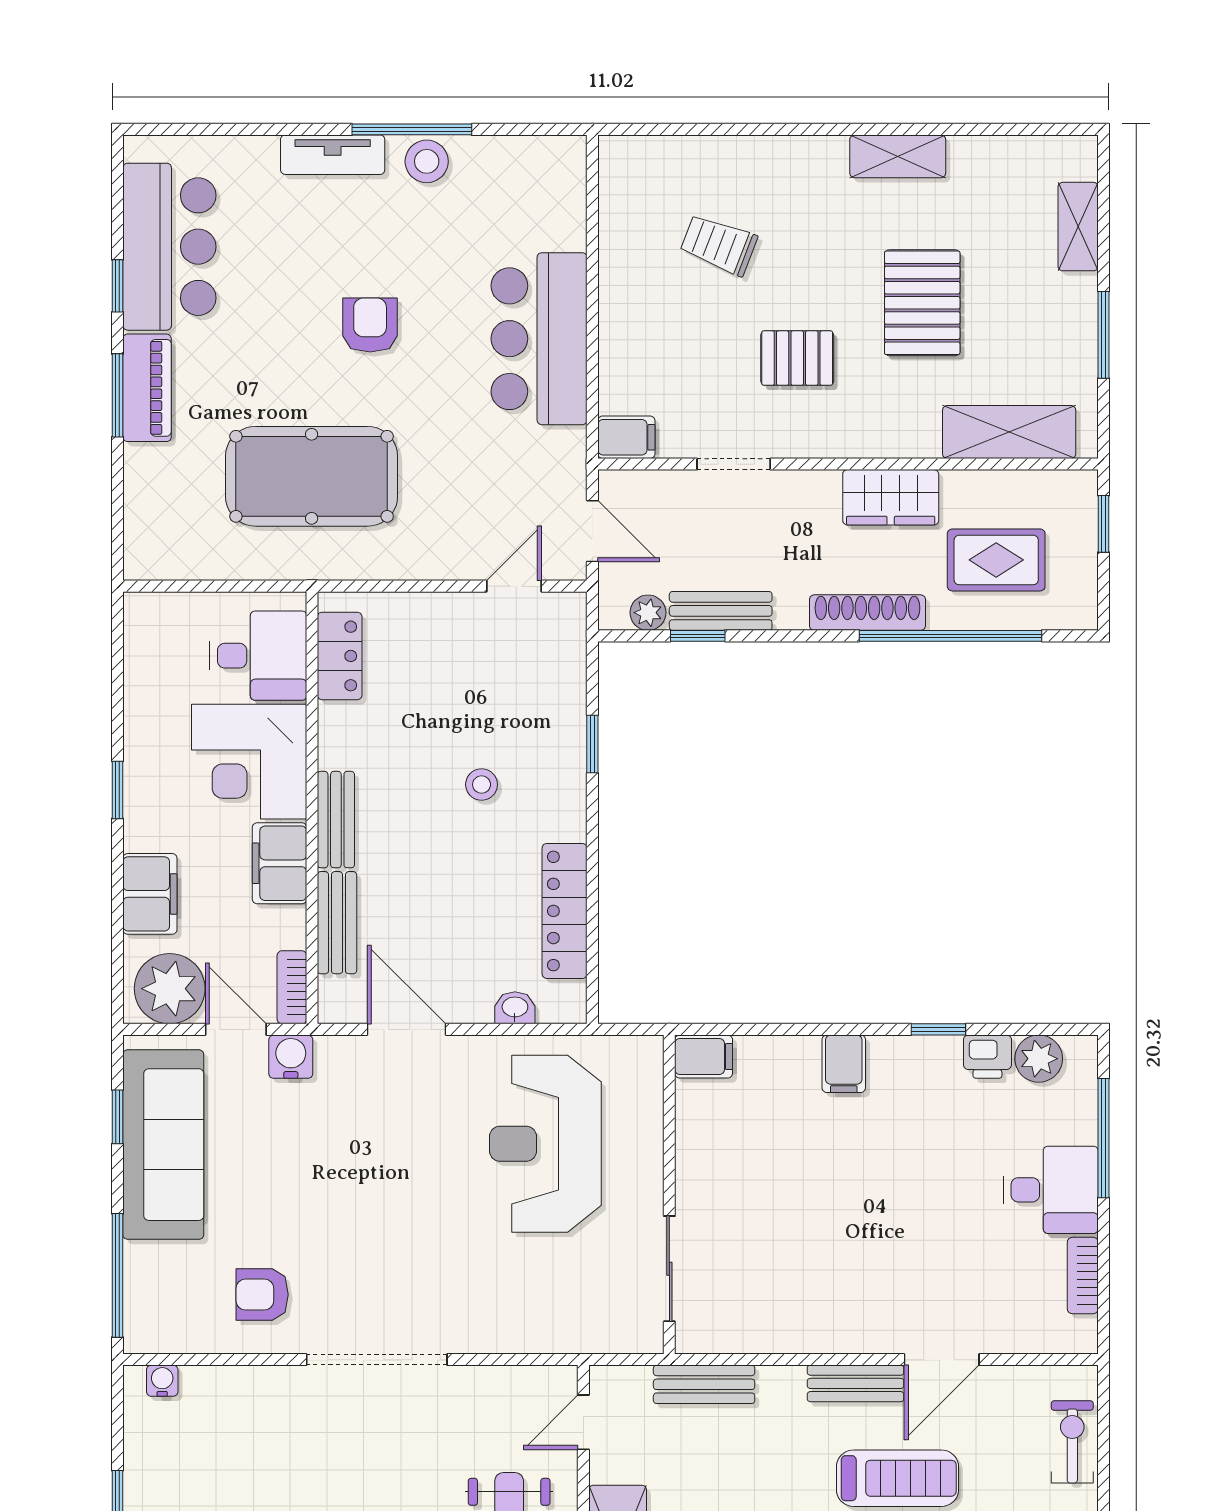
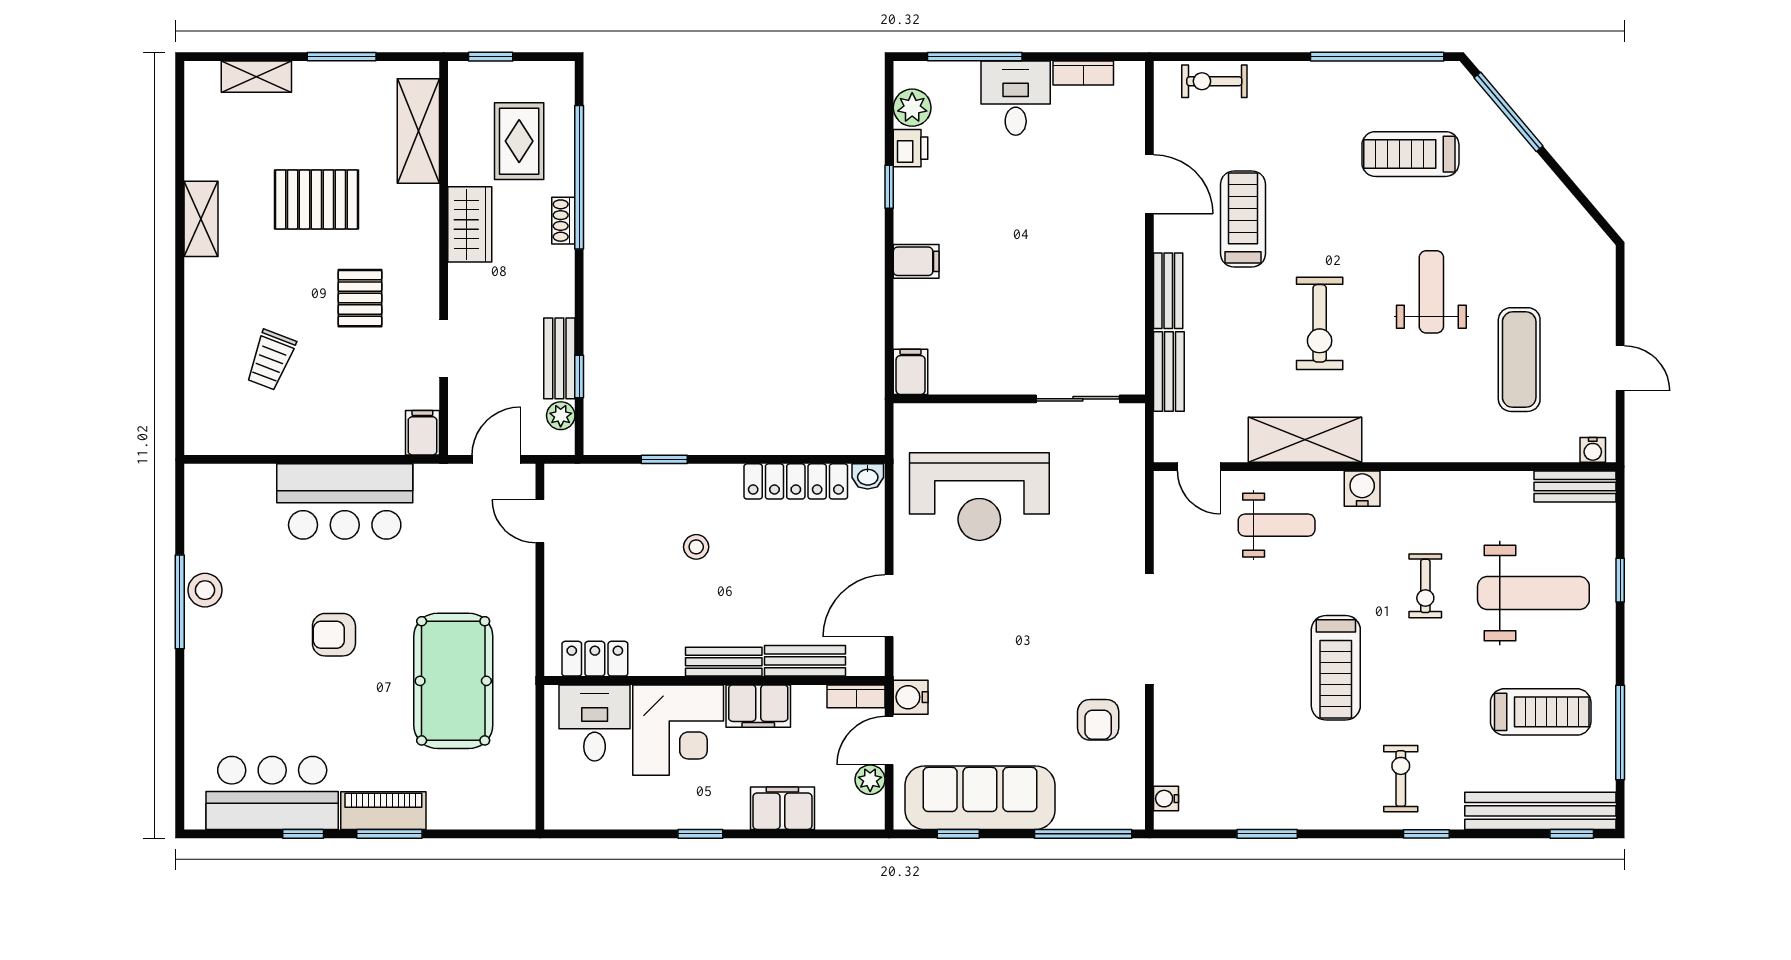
tv unit: (333, 155) -> (200, 664), removed
shoe rack: (867, 613) -> (563, 221), width x0.51, depth x0.81
plant: (170, 989) -> (870, 780), width x0.53, depth x0.53
washbasin: (515, 1008) -> (868, 476), moved, turned -90
bench: (856, 1383) -> (1168, 291), moved

